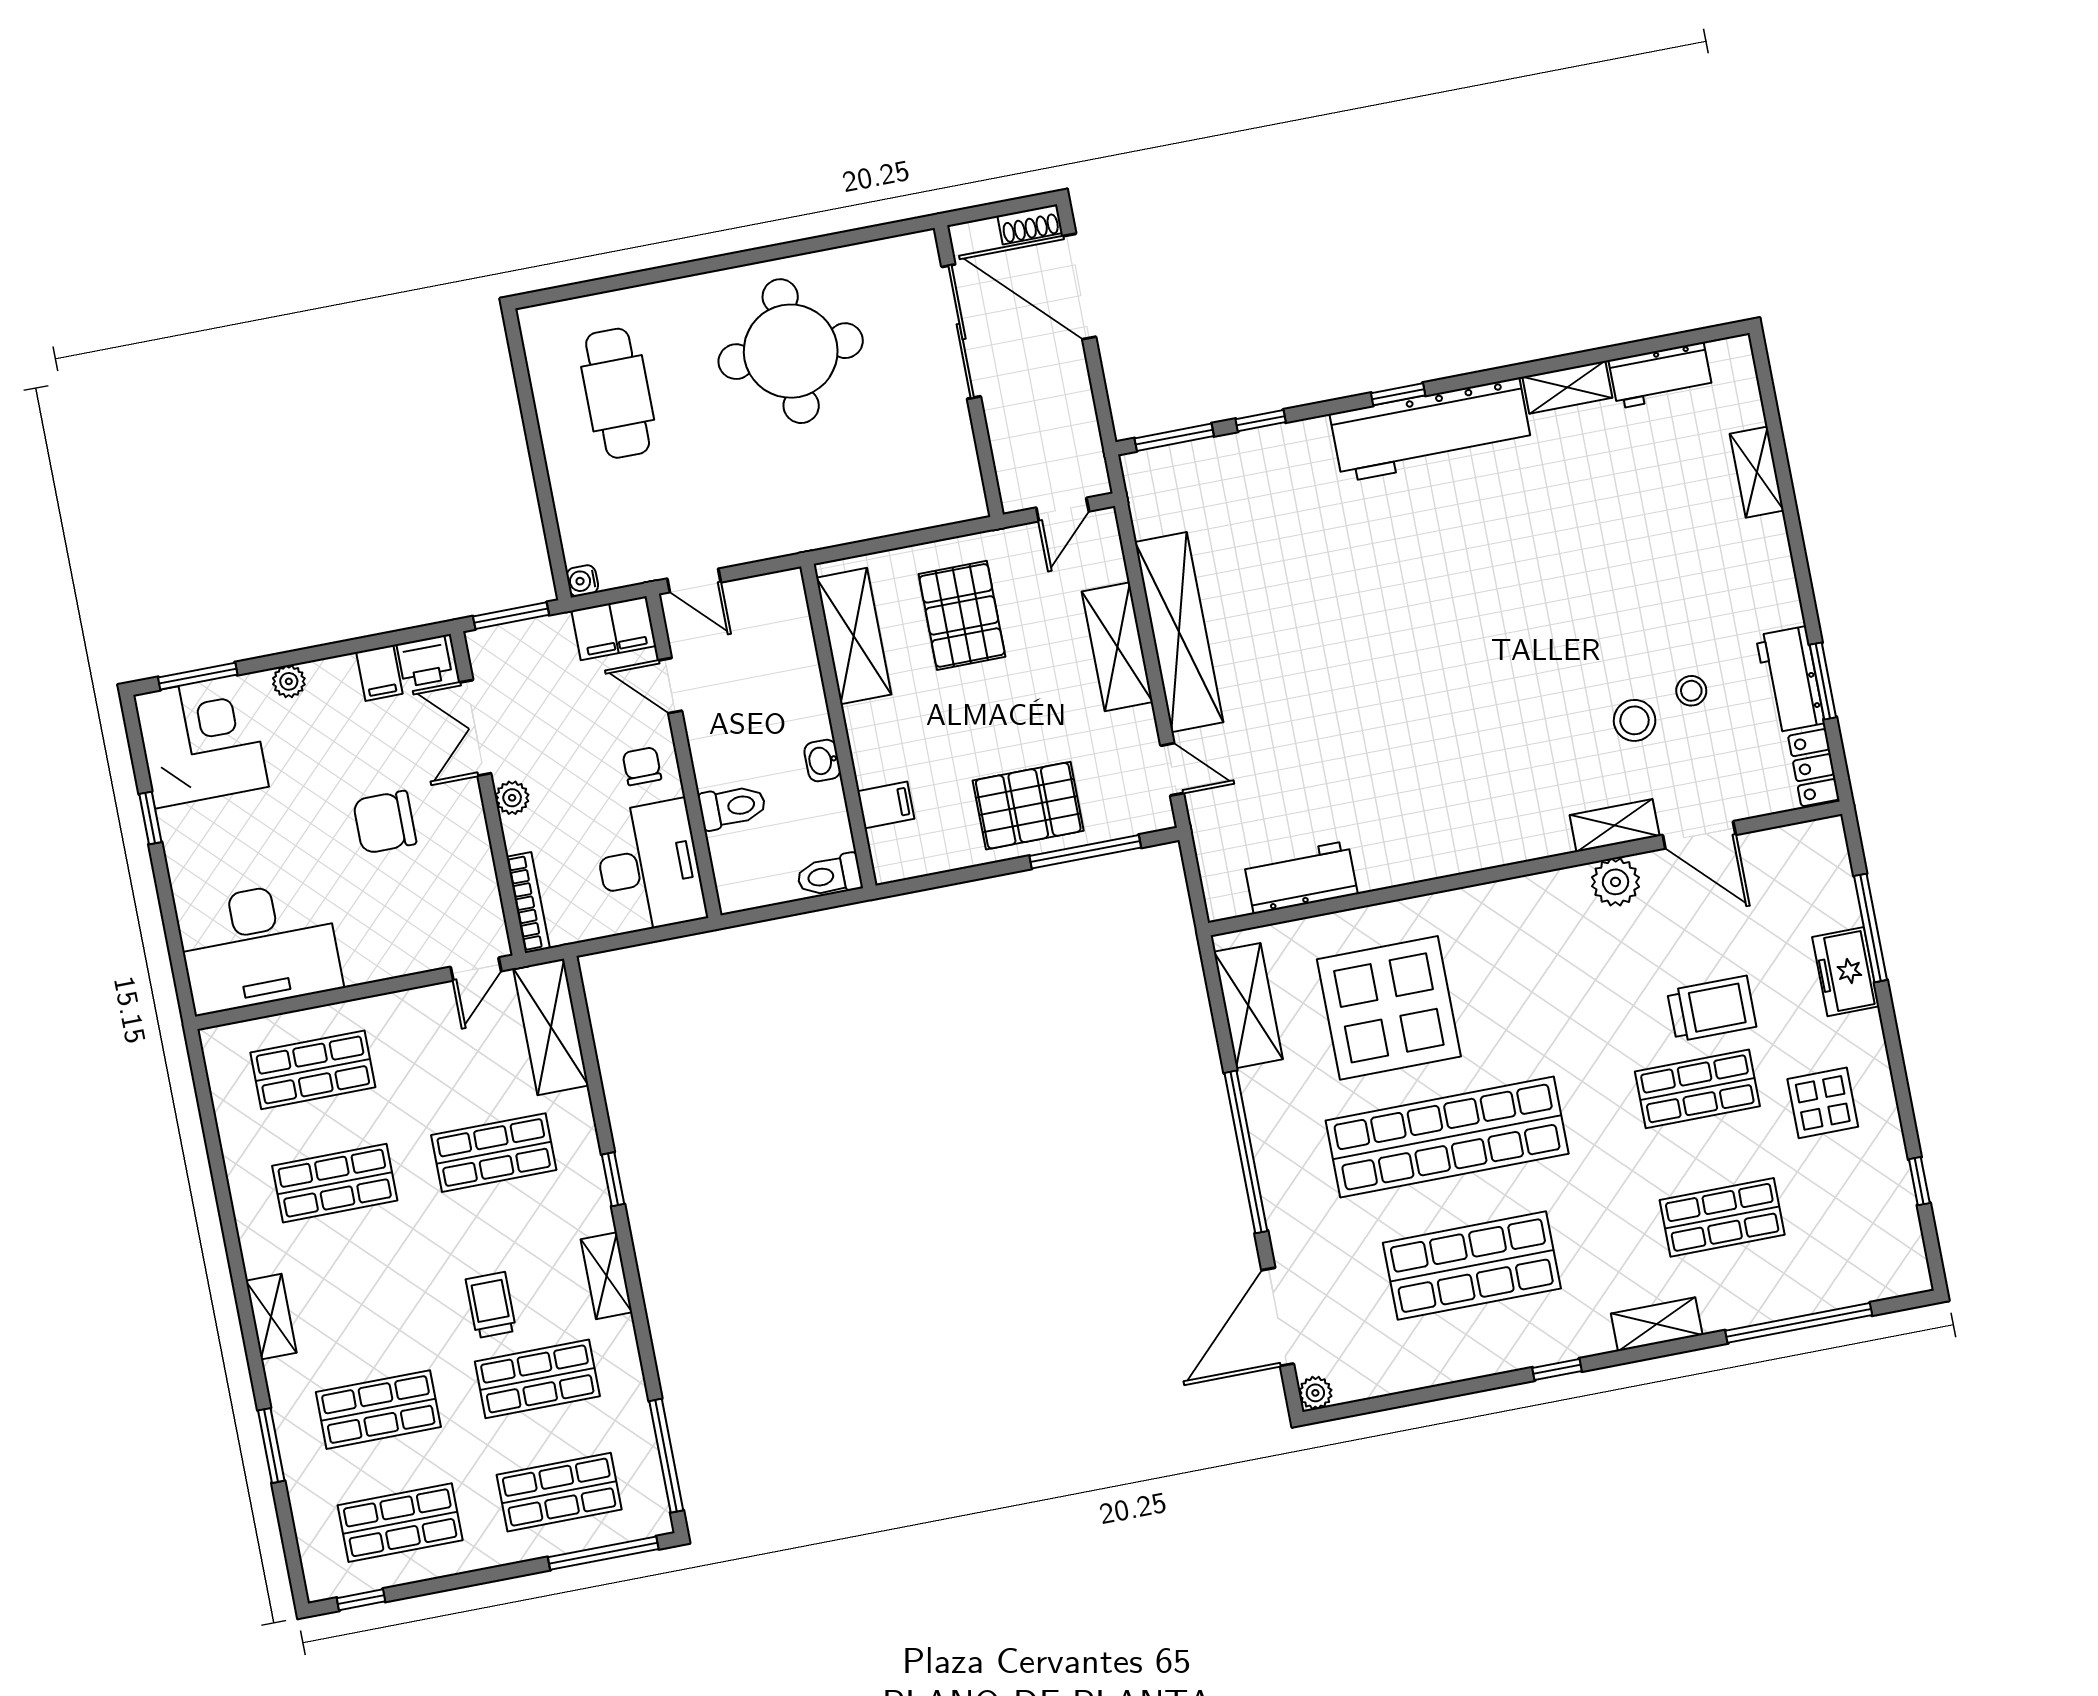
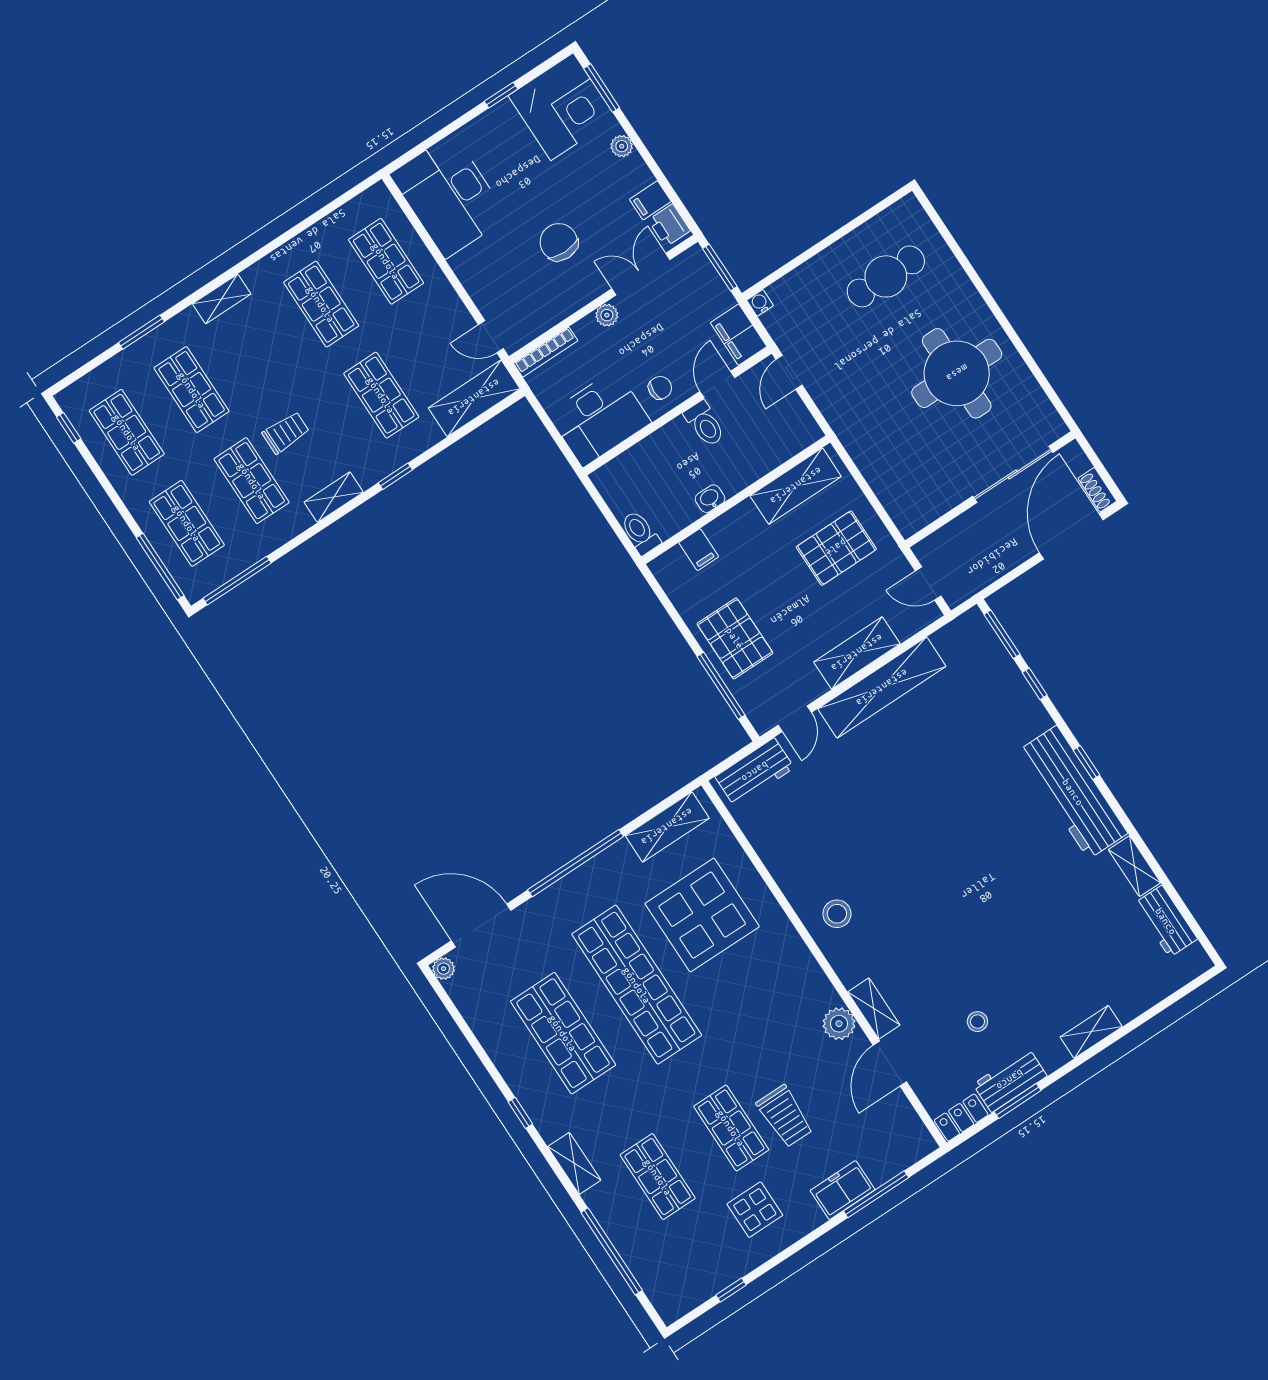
shelving: (1757, 472) -> (1091, 1032), moved
stool: (1635, 720) -> (837, 914), moved
toilet: (732, 807) -> (705, 424), moved
workbench: (1301, 877) -> (755, 772), moved, turned 90

